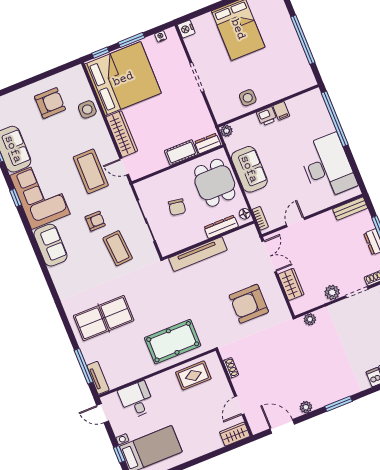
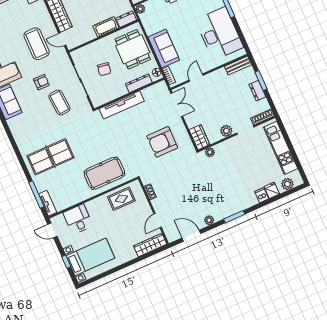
sofa: (249, 169) -> (164, 49), moved
wardrobe: (291, 284) -> (199, 137), moved
wardrobe: (235, 434) -> (150, 245), width x1.50

